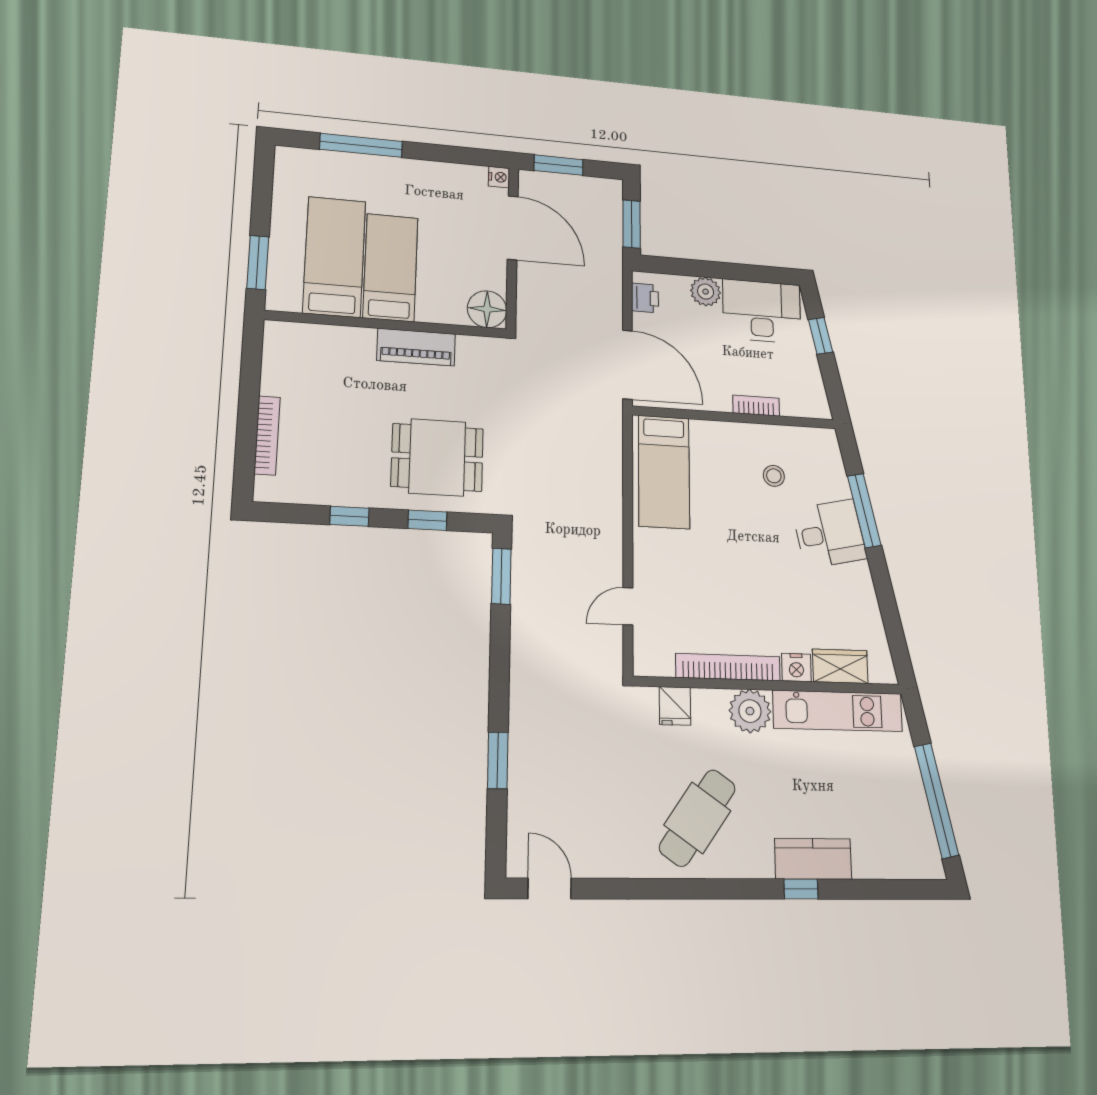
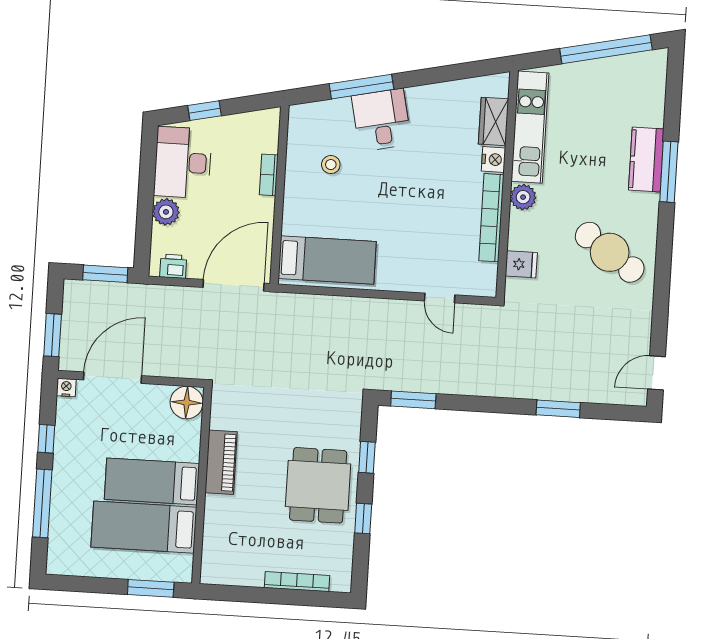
window: (438, 153) -> (46, 439), added
dining table: (437, 457) -> (318, 485), moved
plant: (750, 711) -> (523, 197), width x0.73, depth x0.73
window: (801, 889) -> (669, 172), width x2.17

